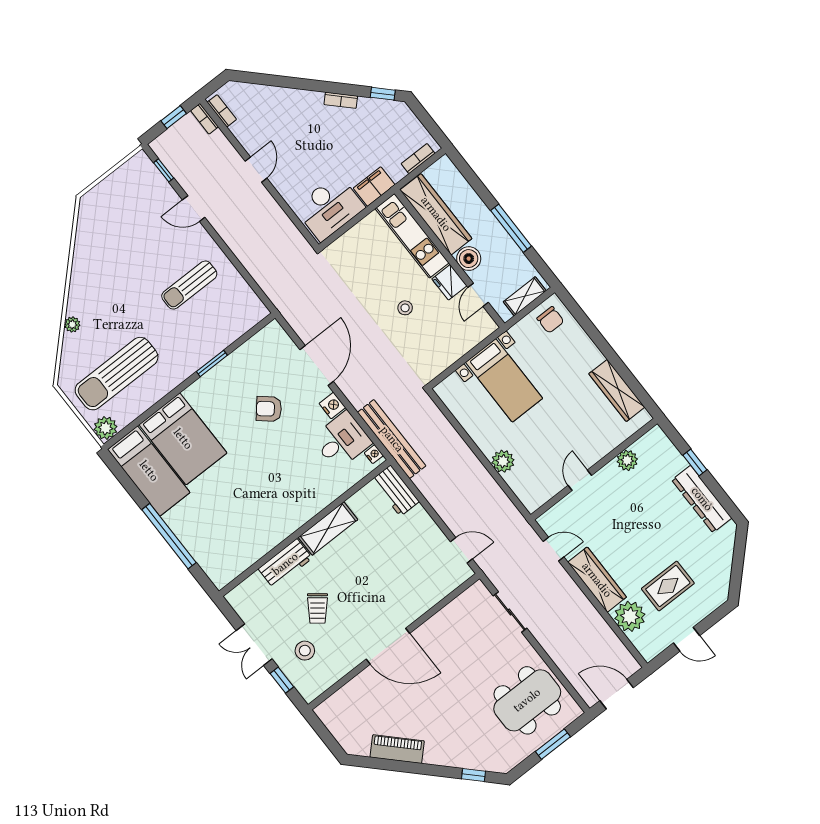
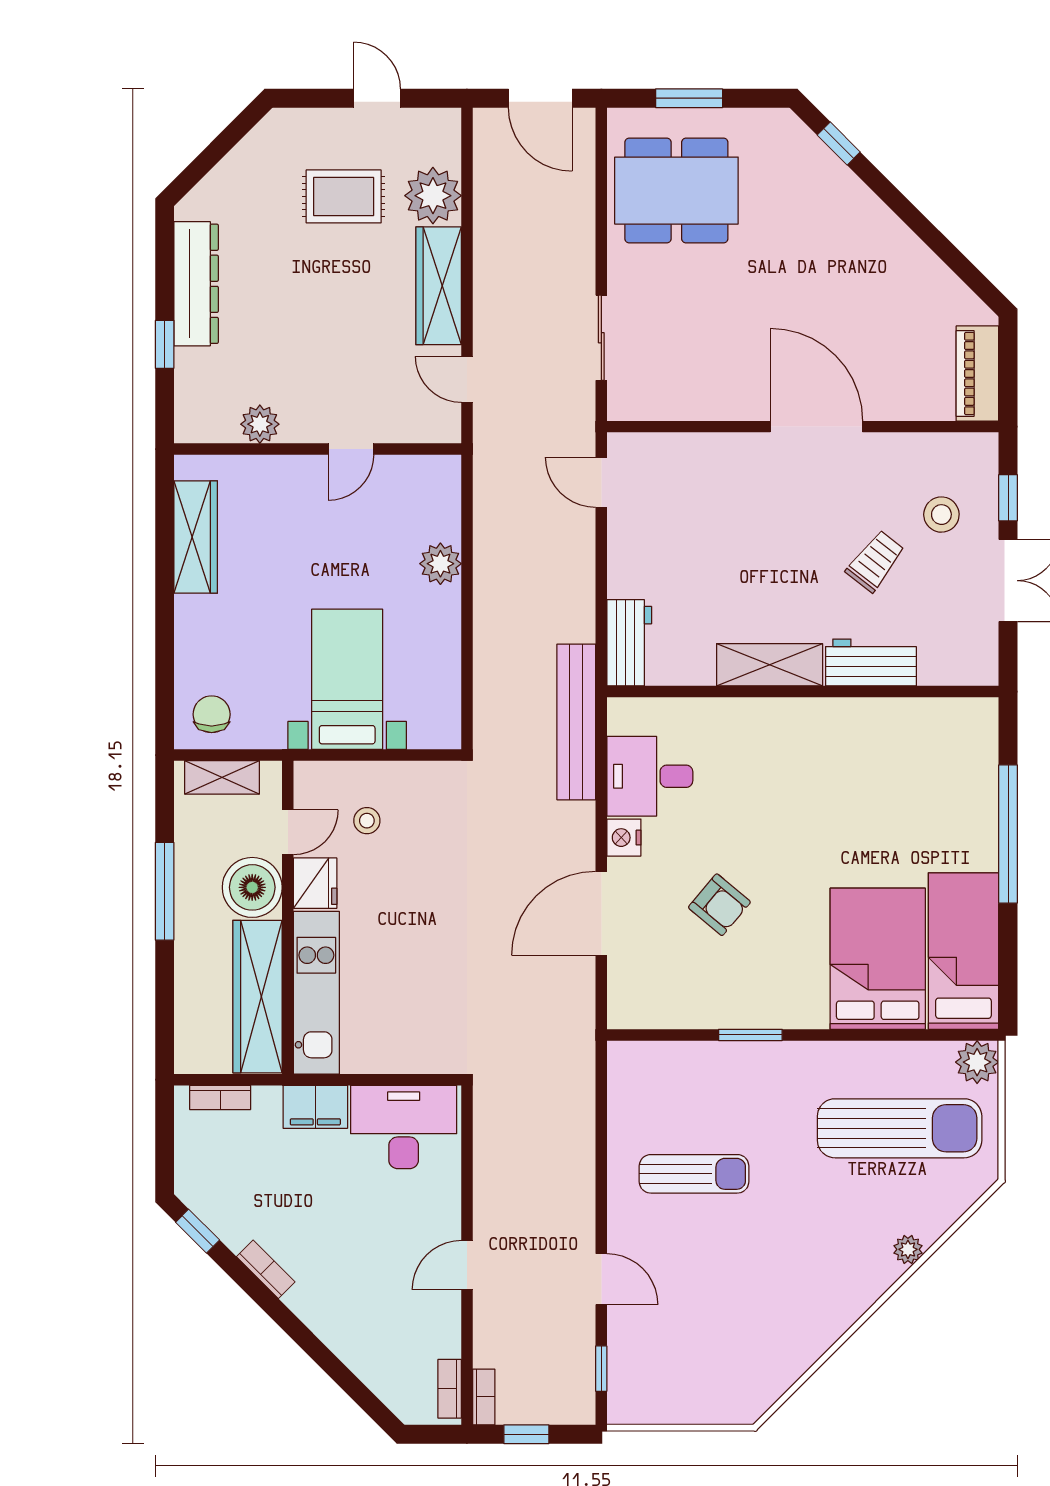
boiler: (469, 259) -> (252, 887), width x1.37, depth x1.37
stool: (405, 308) -> (367, 821), moved
nightstand: (374, 454) -> (619, 720), removed
piano: (397, 749) -> (977, 373), moved, turned 45

